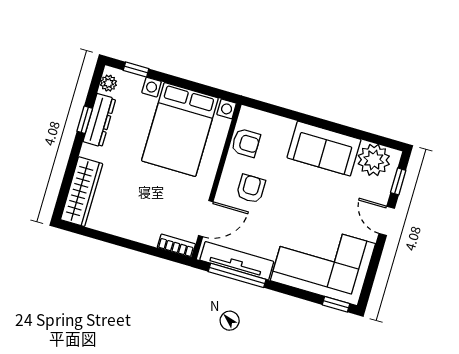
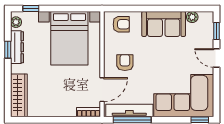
armchair: (246, 143) -> (121, 24), moved
plant: (374, 160) -> (192, 17), width x0.53, depth x0.53

